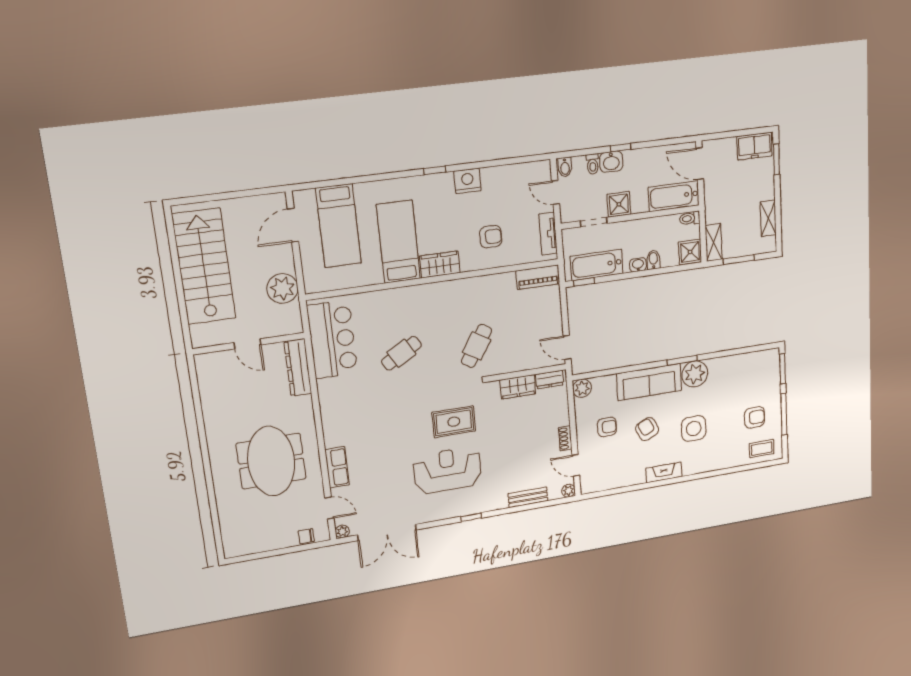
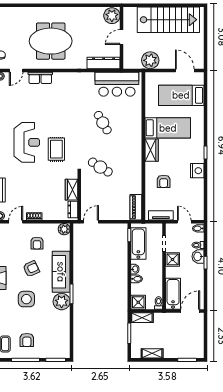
freezer: (754, 146) -> (197, 346), removed
door: (556, 192) -> (184, 222), hinge flipped
plant: (211, 366) -> (112, 16), added

